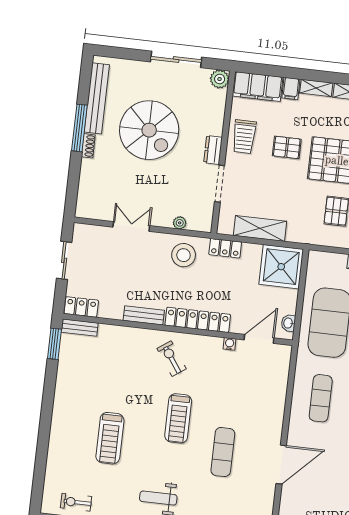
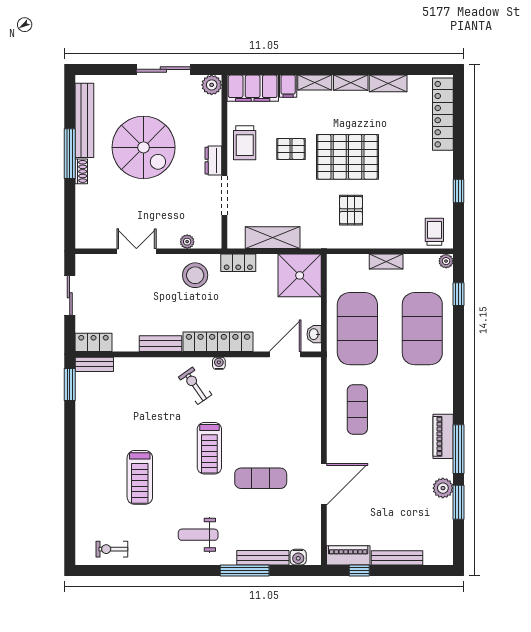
water cooler: (229, 344) -> (219, 363), moved
exercise mat: (223, 452) -> (261, 478), turned 90

